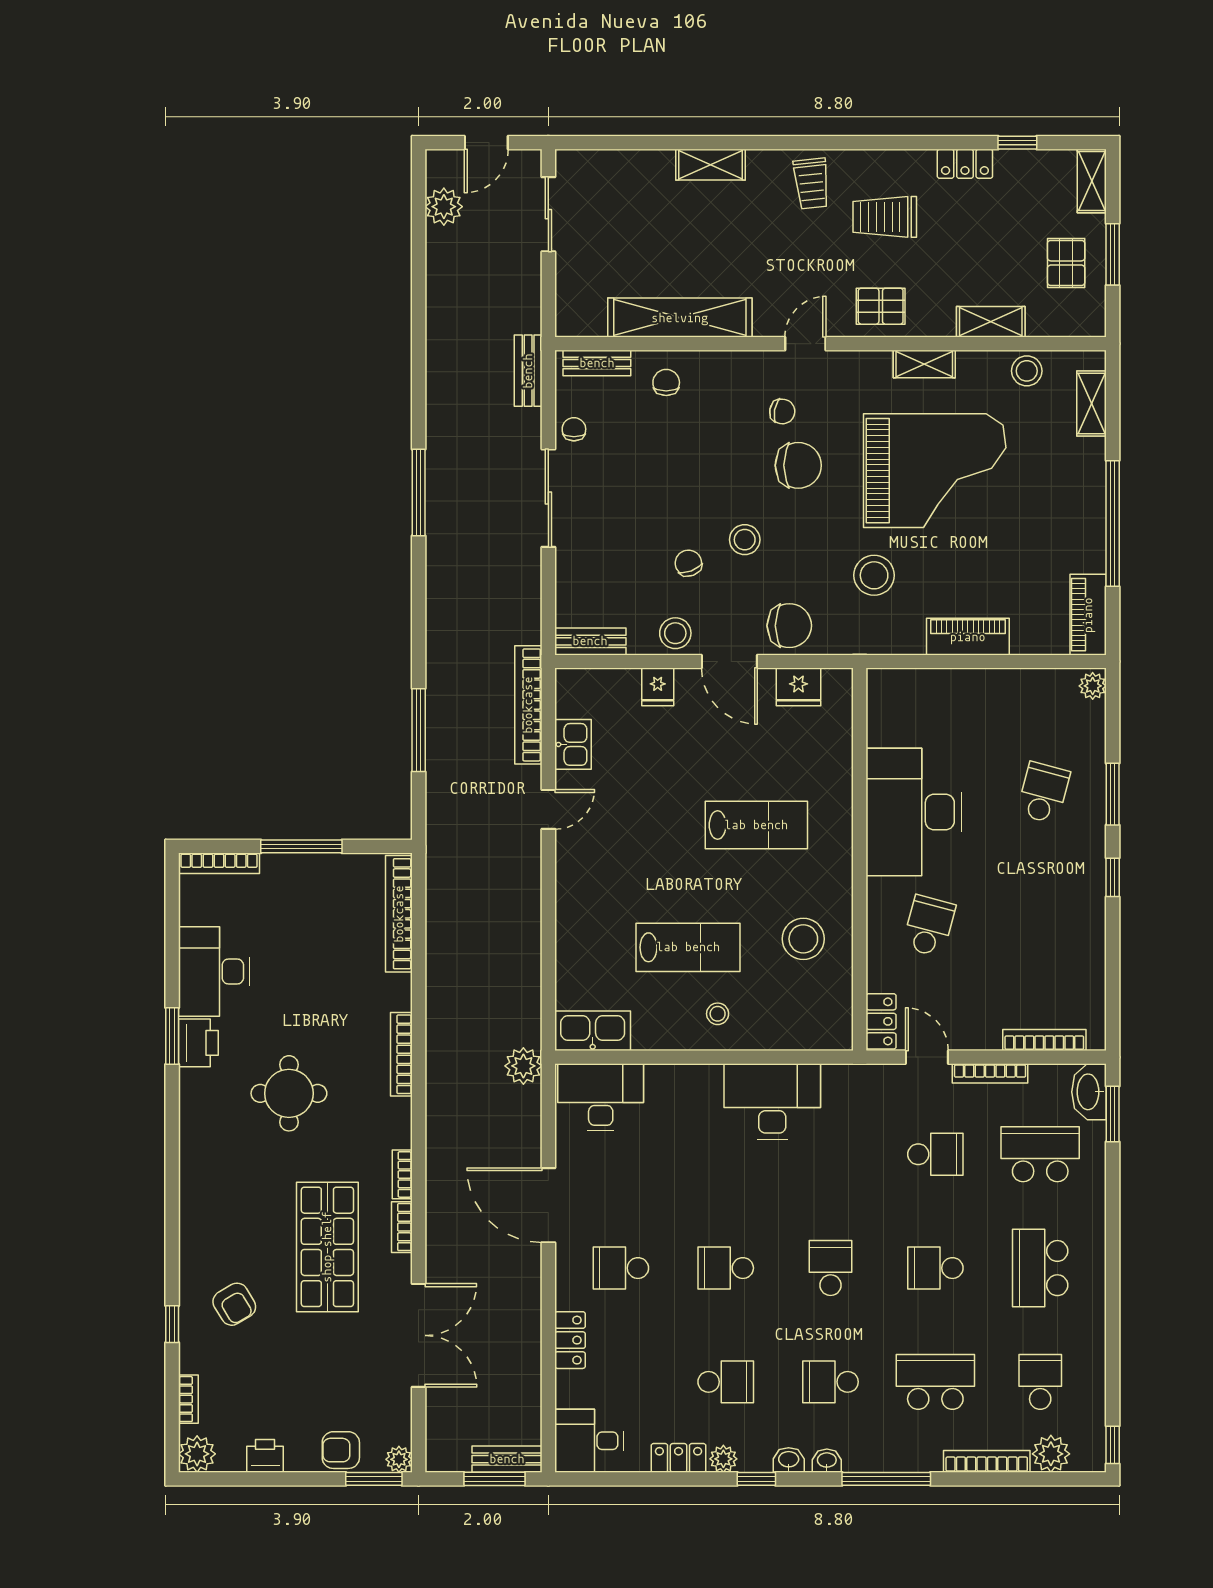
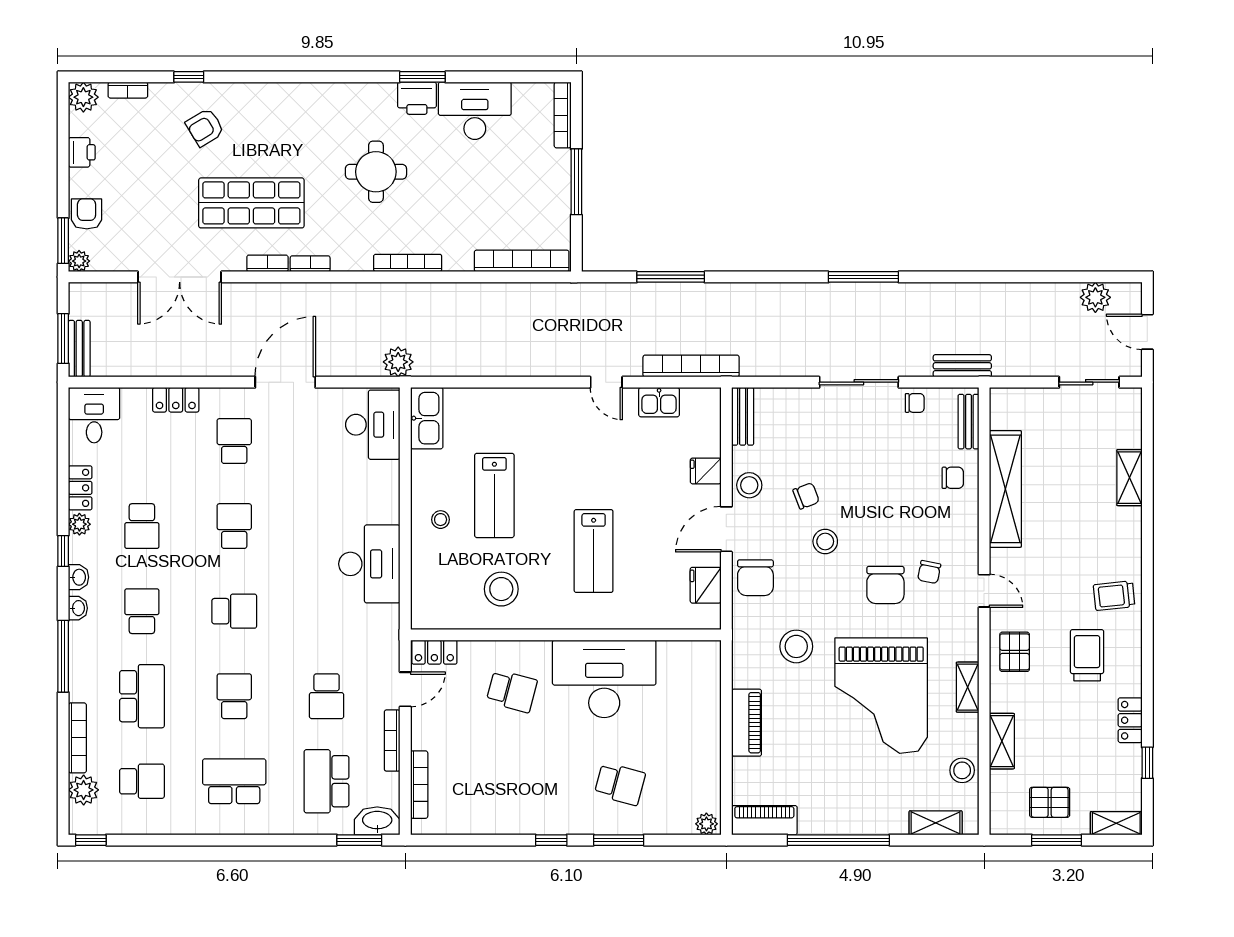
shelving: (711, 165) -> (1129, 478), moved
school desk: (1040, 1154) -> (327, 781), turned 180

